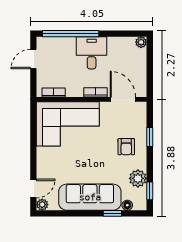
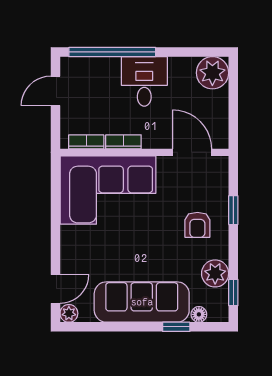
plant: (141, 42) -> (212, 73), width x1.88, depth x1.88
bookcase: (96, 92) -> (123, 142), moved

